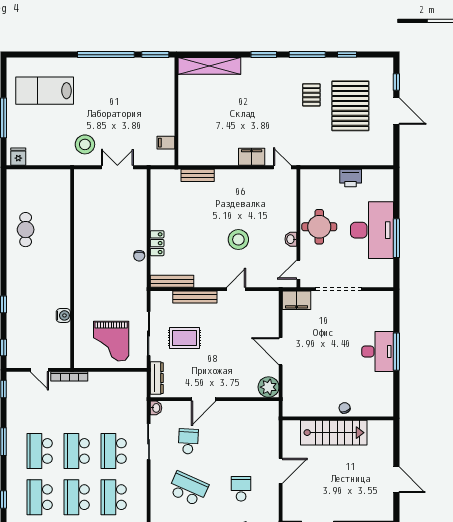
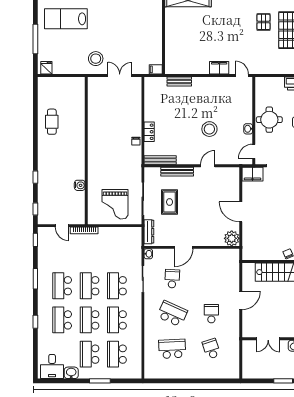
filing cabinet: (166, 143) -> (156, 69), moved
rug: (185, 338) -> (170, 202), turned 90

